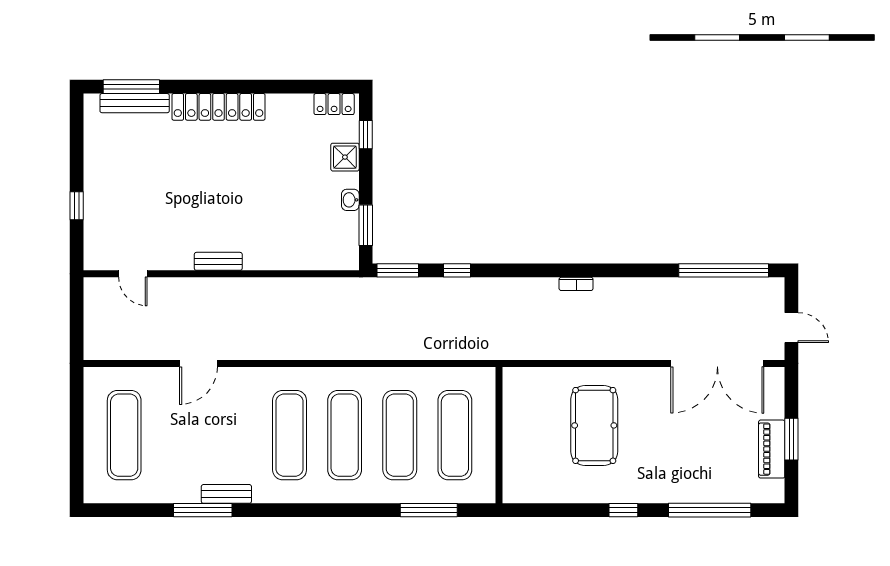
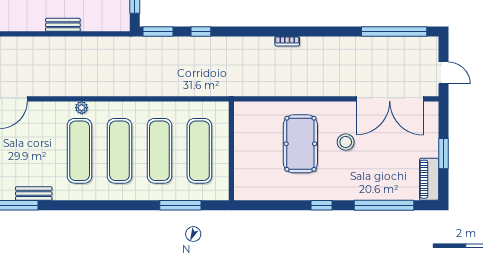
bench: (218, 261) -> (63, 25), moved
plant: (292, 376) -> (82, 108), added
stool: (657, 423) -> (346, 142), added
piano: (772, 449) -> (429, 179), moved

